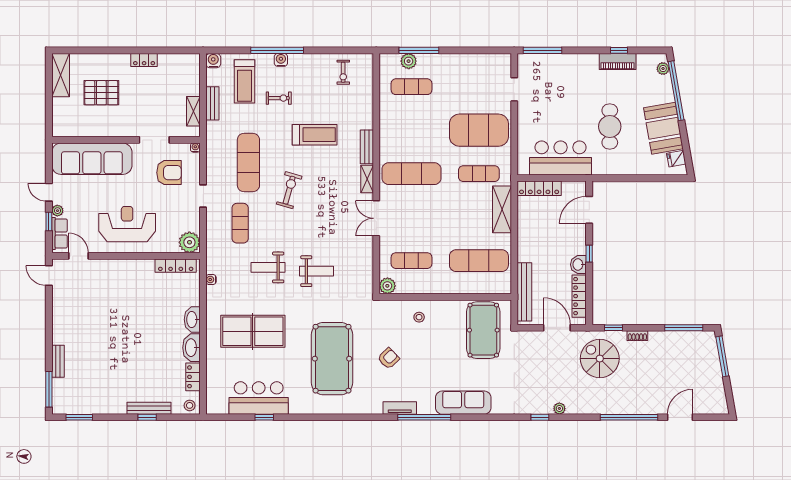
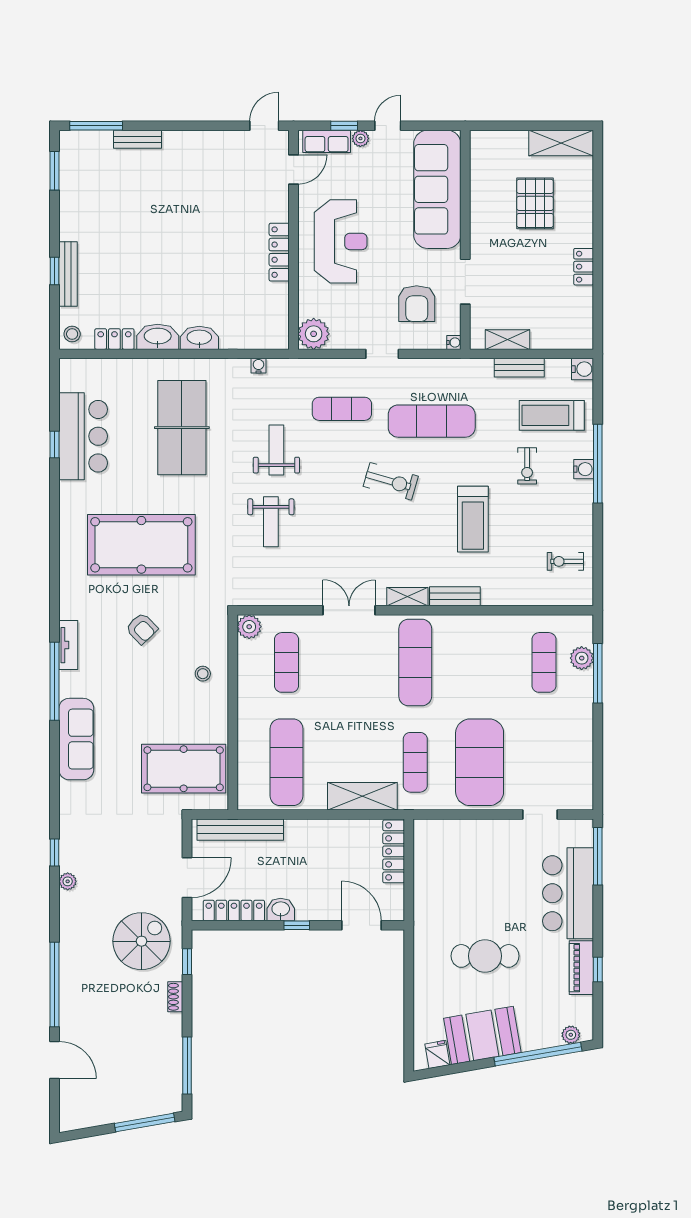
bar counter: (561, 158) -> (568, 893), moved, turned 180
locker: (176, 266) -> (279, 252), moved

